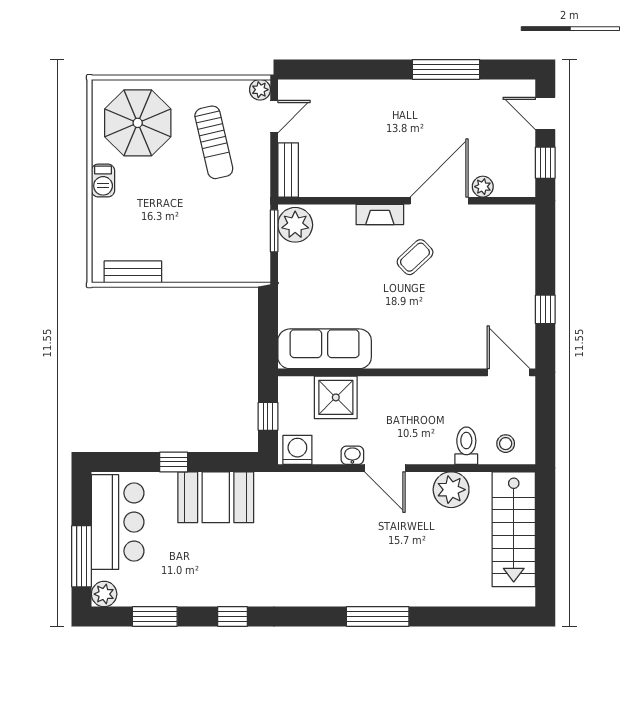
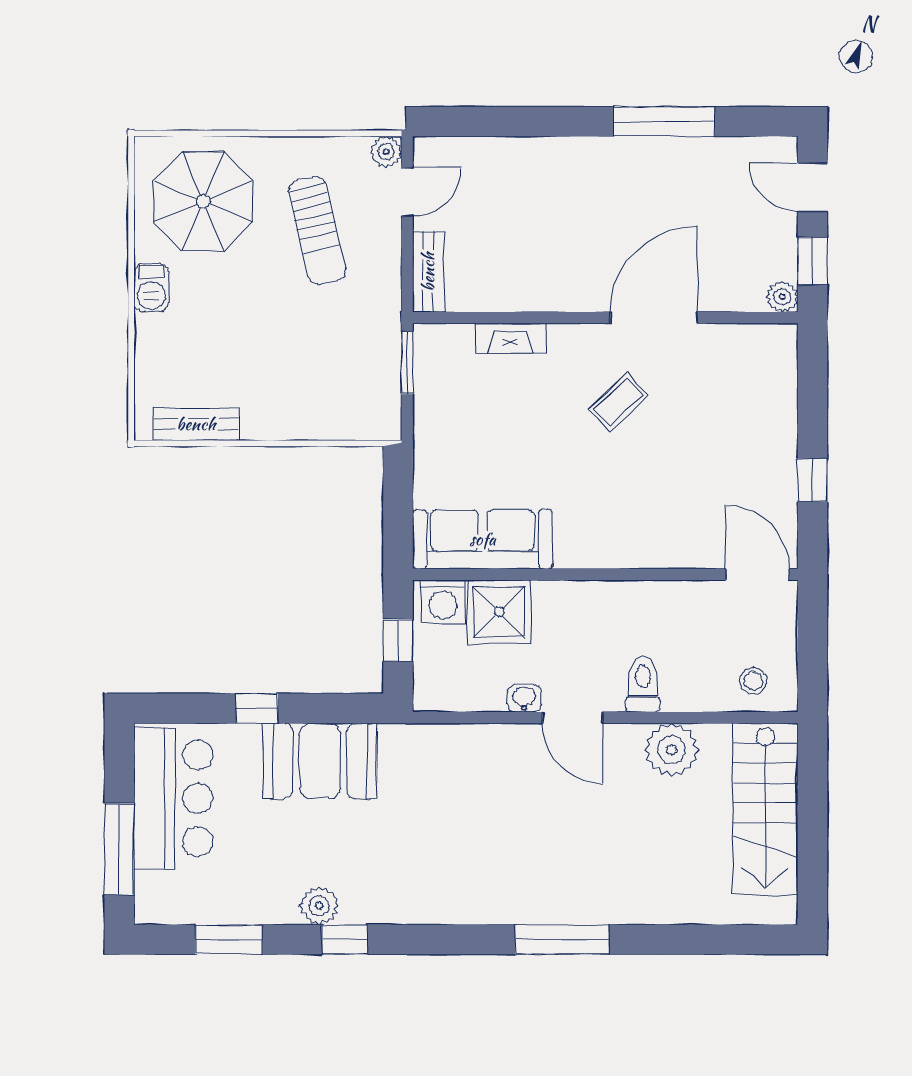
plant: (483, 187) -> (782, 297), moved
fireplace: (380, 215) -> (510, 338), moved
plant: (295, 225) -> (439, 354), removed
toilet: (466, 446) -> (643, 684), moved
washing machine: (297, 450) -> (443, 602), moved, turned 180
plant: (104, 594) -> (319, 906), moved

